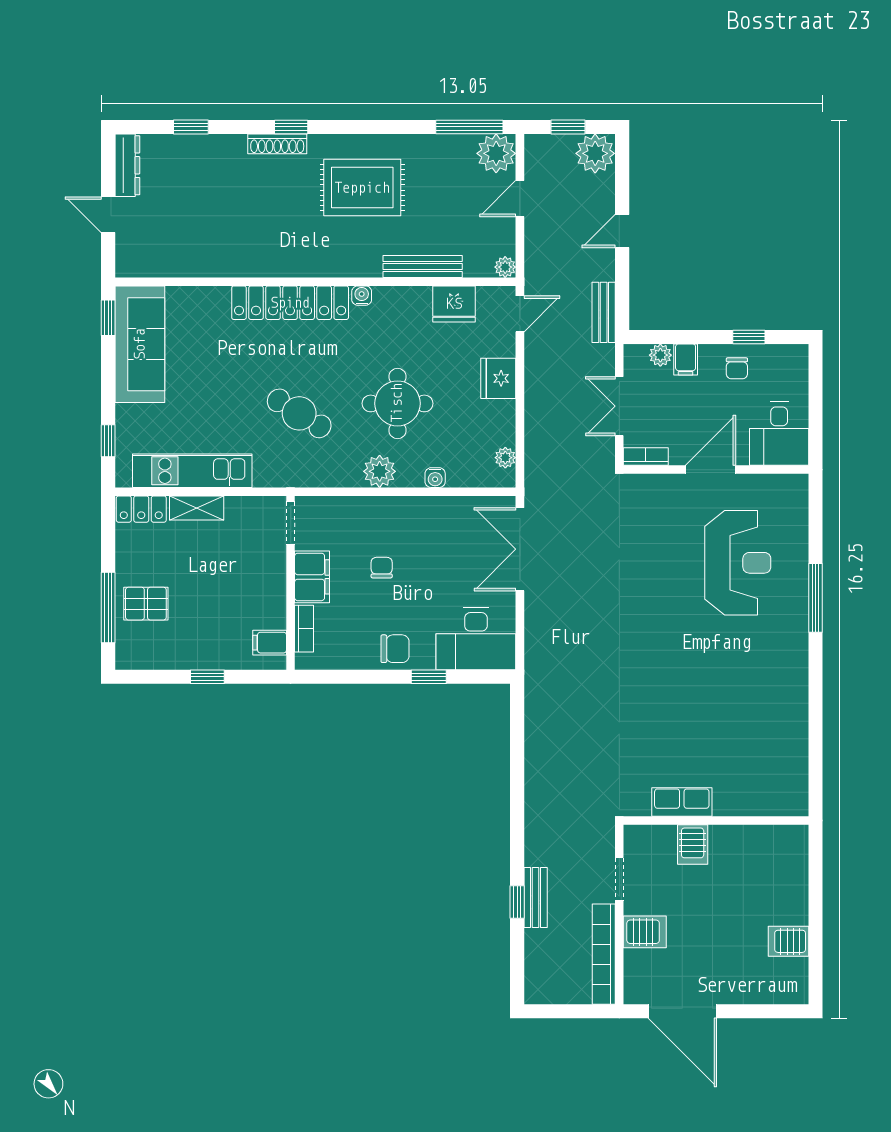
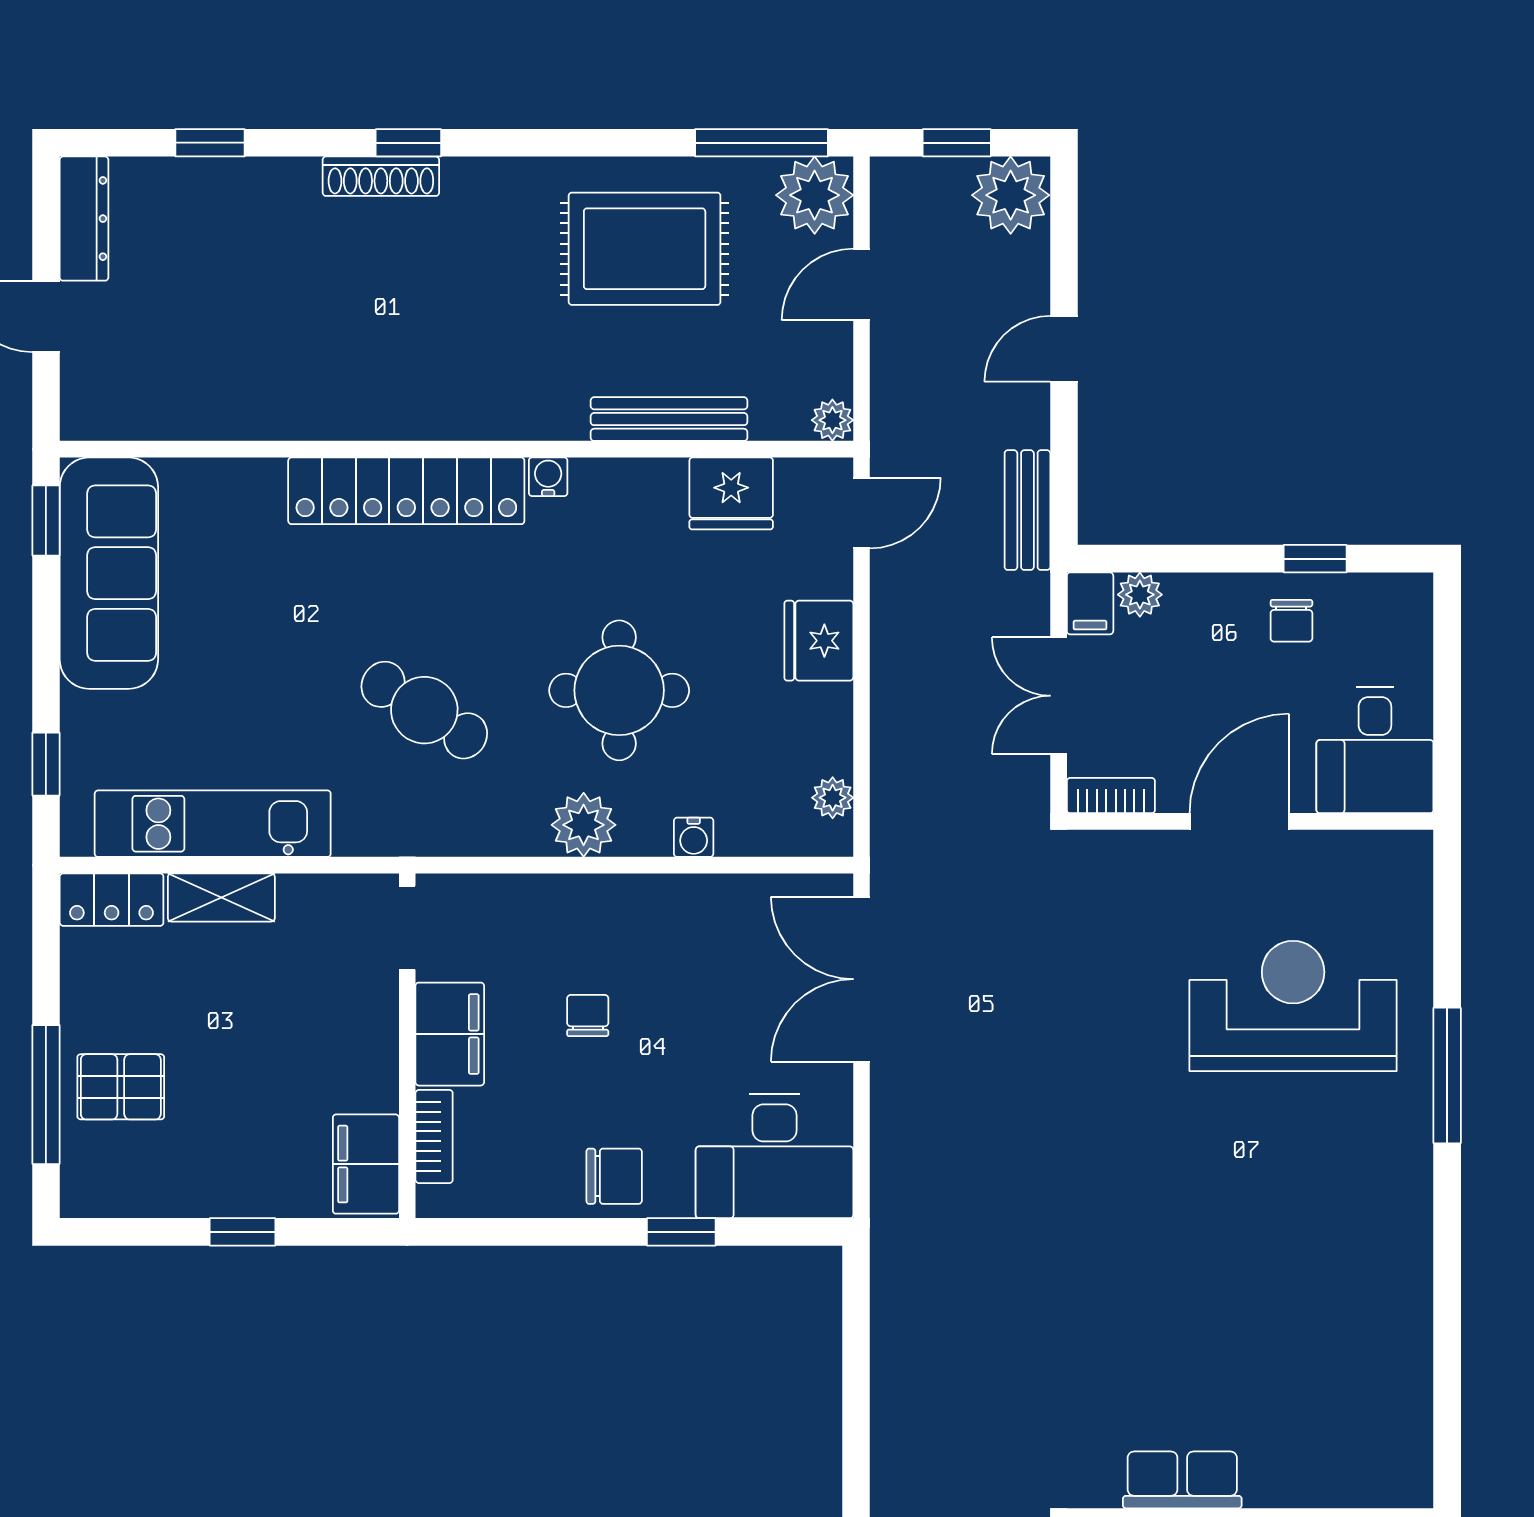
rug: (362, 188) -> (645, 249), moved
filing cabinet: (686, 360) -> (1090, 603), moved
reception desk: (738, 563) -> (1293, 1006), turned -90
filing cabinet: (270, 643) -> (366, 1164), width x2.00

